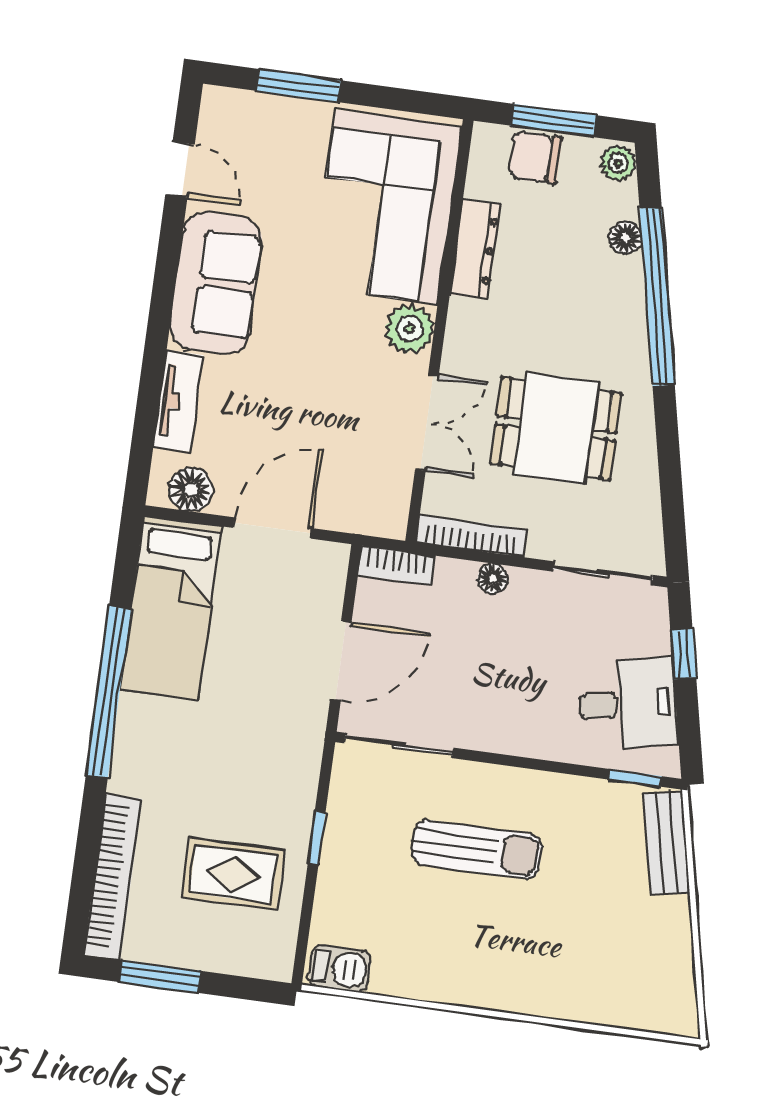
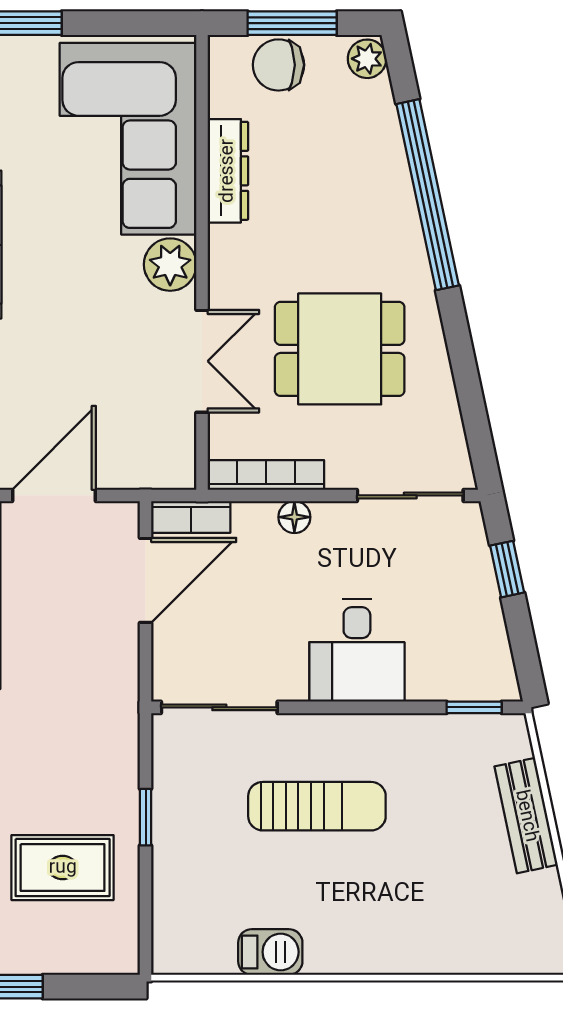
floor lamp: (626, 238) -> (386, 137), removed
door: (341, 661) -> (146, 580), moved
desk: (628, 704) -> (357, 650), moved, turned 102
bench: (667, 843) -> (526, 816), moved
barbecue: (340, 968) -> (270, 952), moved

